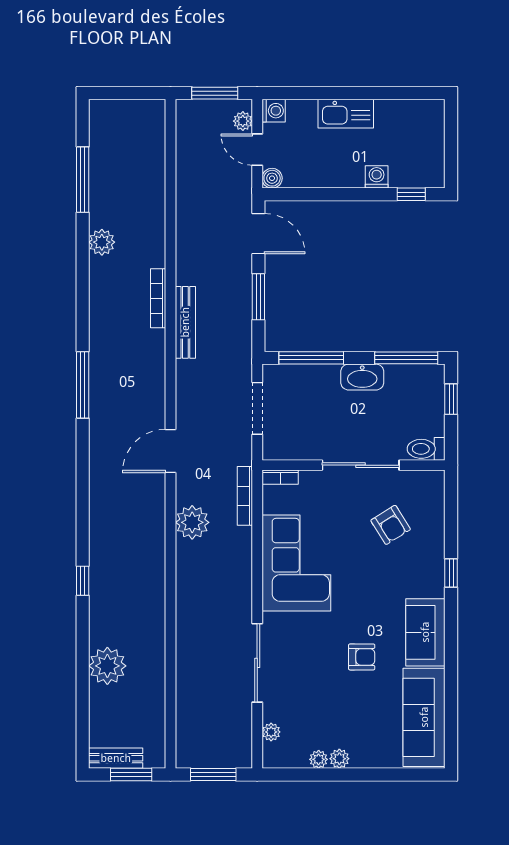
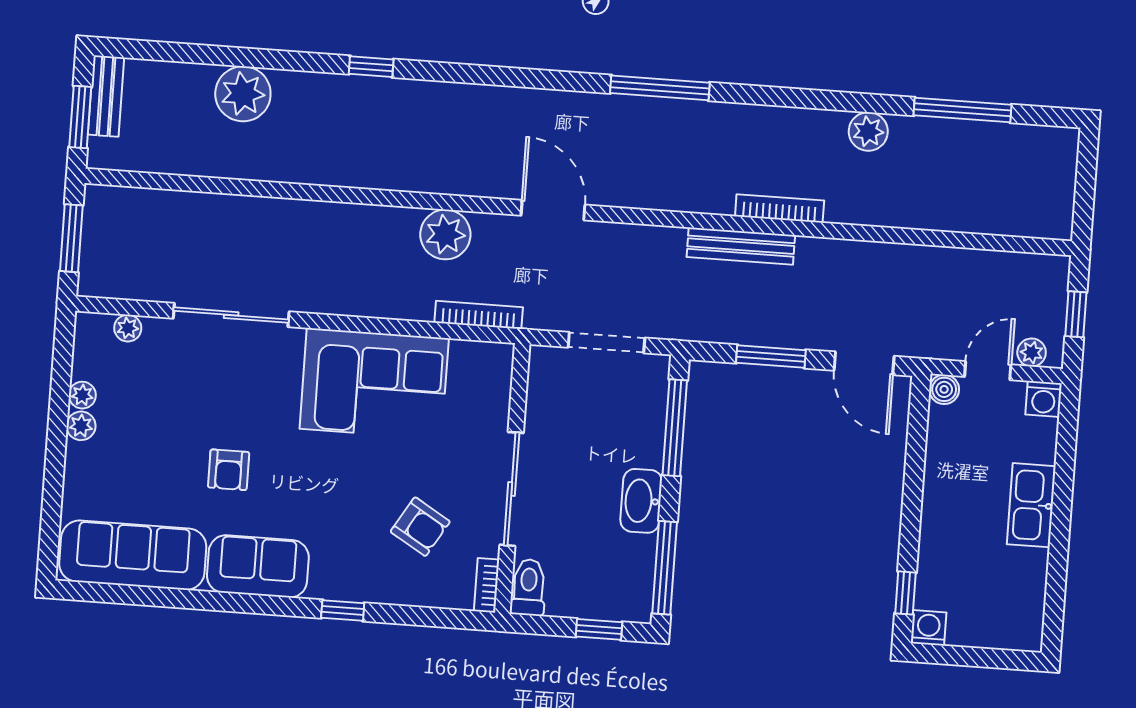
window: (215, 93) -> (1076, 314), width x0.67
washing machine: (377, 177) -> (929, 628), moved, turned -90
door: (258, 234) -> (864, 363), hinge flipped
bookcase: (280, 477) -> (487, 585), moved
armchair: (391, 525) -> (420, 527), turned -117

